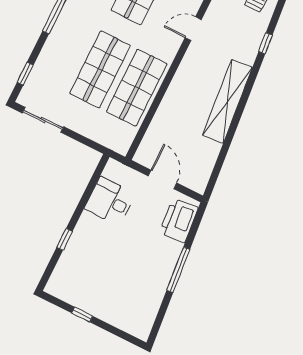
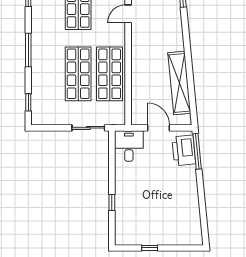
shelving: (227, 101) -> (179, 83), moved
sliding door: (43, 120) -> (88, 128), moved
desk: (110, 201) -> (129, 146), moved, turned 90
window: (178, 270) -> (197, 151), moved

